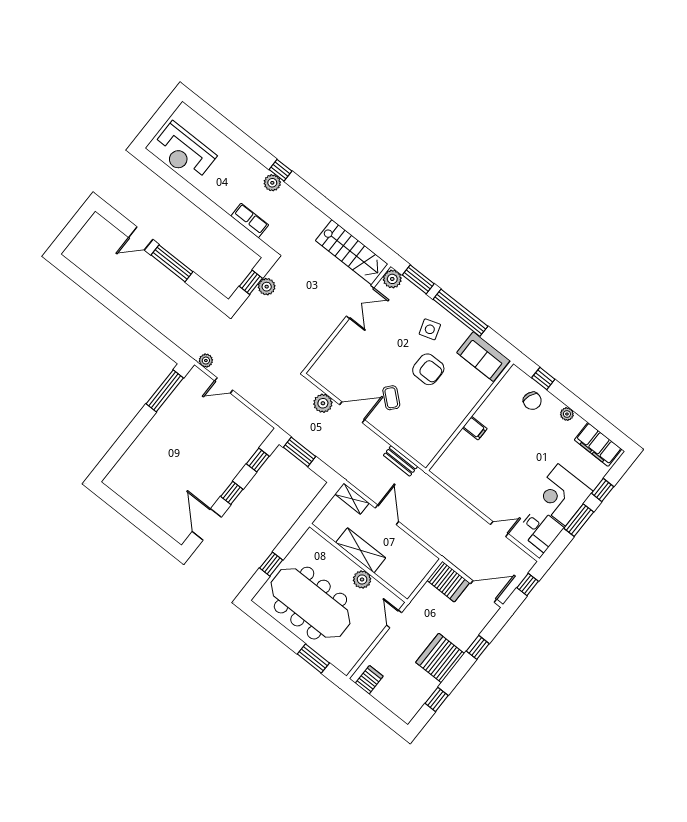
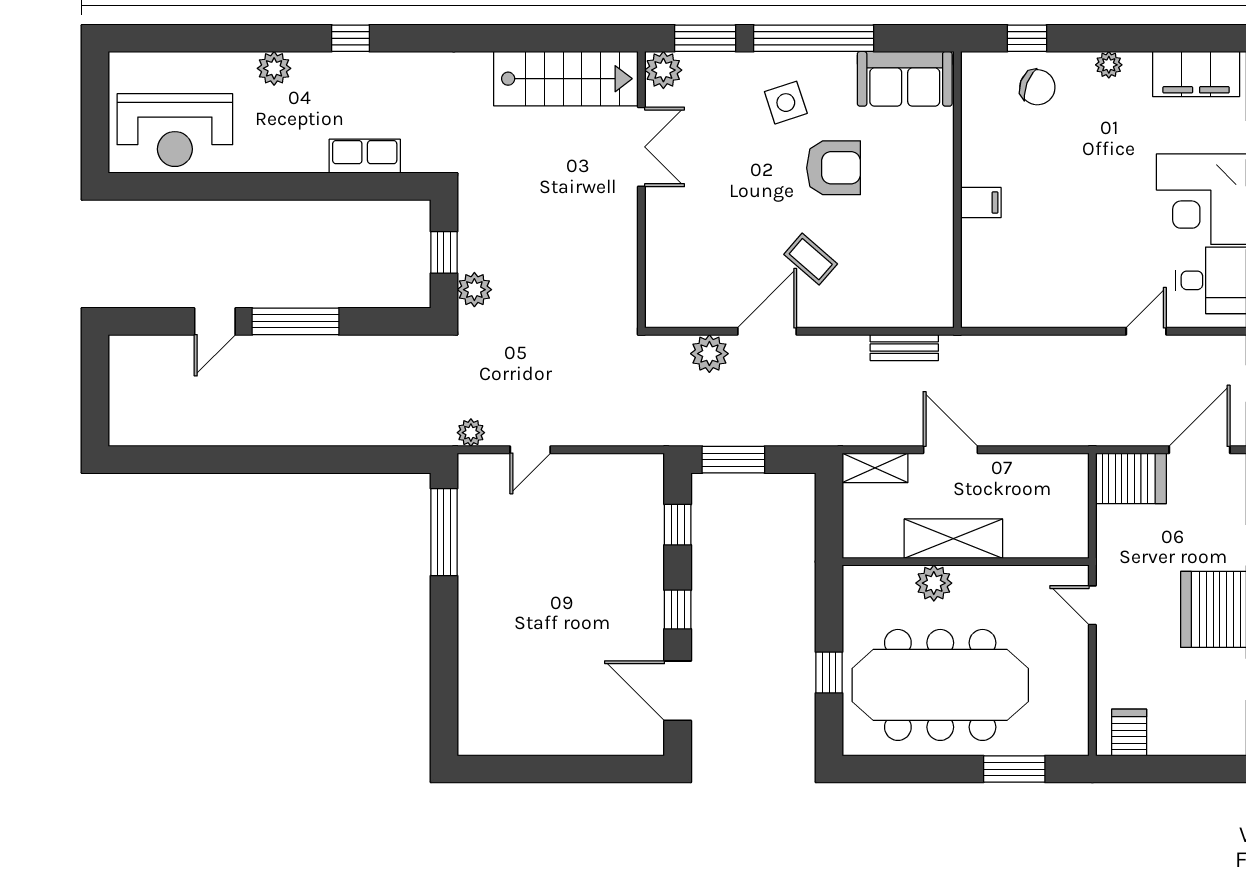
plant: (272, 183) -> (274, 68), moved
plant: (267, 287) -> (474, 290), moved
plant: (362, 579) -> (934, 583), moved

